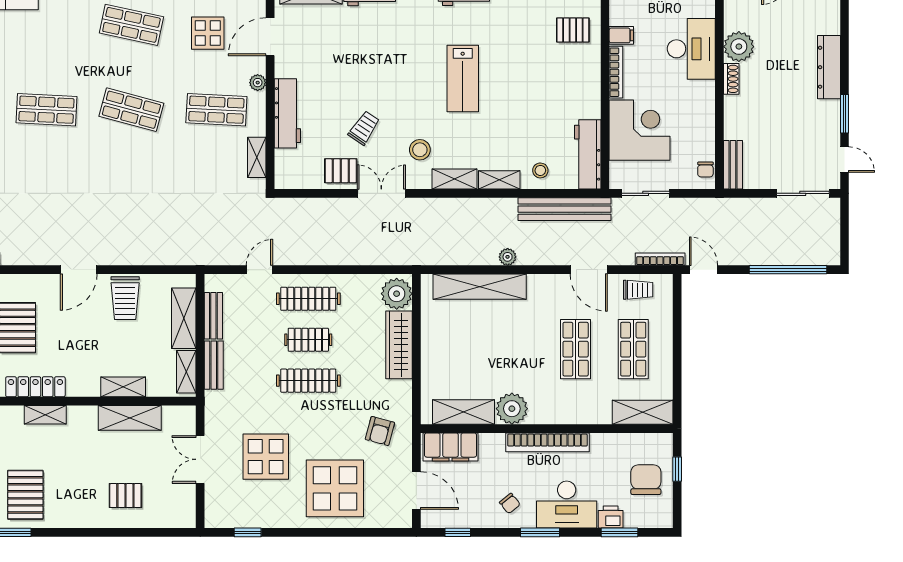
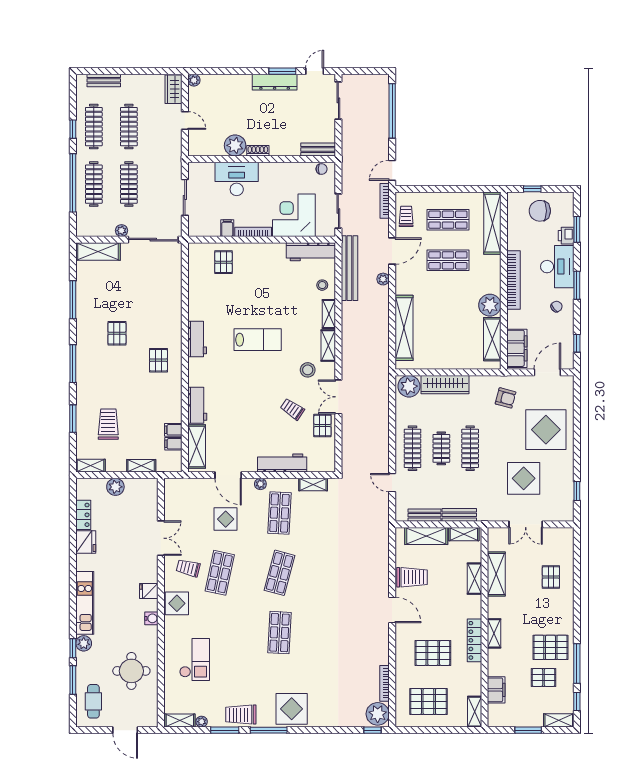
dresser: (829, 67) -> (275, 82), moved
plant: (508, 257) -> (383, 279), moved
shelving: (643, 412) -> (492, 223), width x1.47

